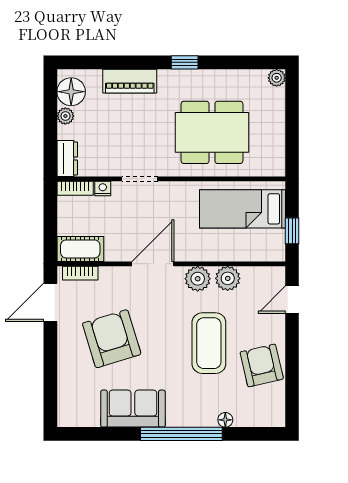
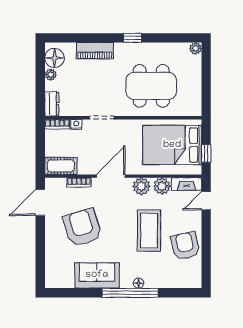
bed: (243, 209) -> (172, 145), width x1.50
bookcase: (80, 273) -> (79, 182), moved
fireplace: (264, 275) -> (187, 184), added
floor lamp: (225, 420) -> (139, 283), moved

